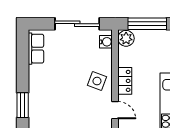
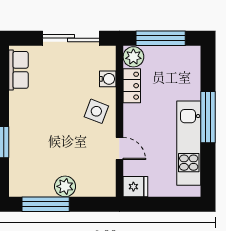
water cooler: (106, 42) -> (108, 79), moved
locker: (125, 81) -> (132, 86), moved

